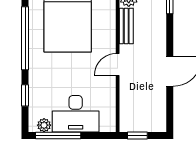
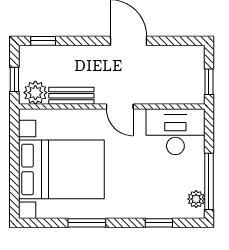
window: (25, 38) -> (87, 223), width x0.47
desk: (76, 114) -> (175, 132), moved, turned -90

